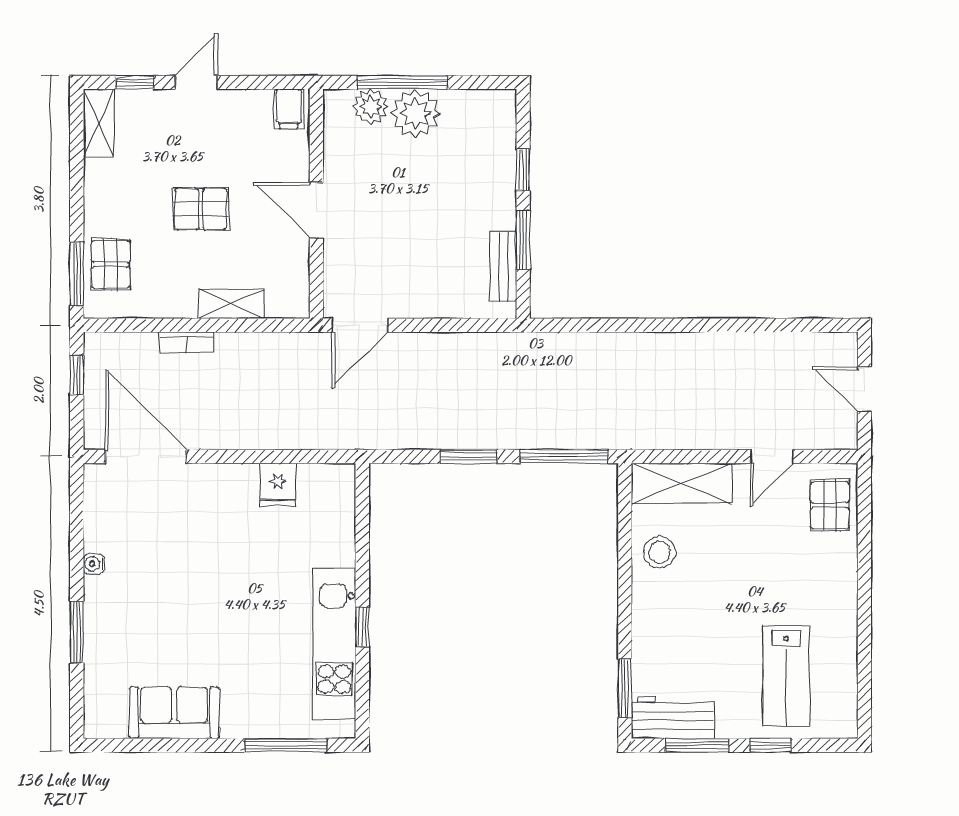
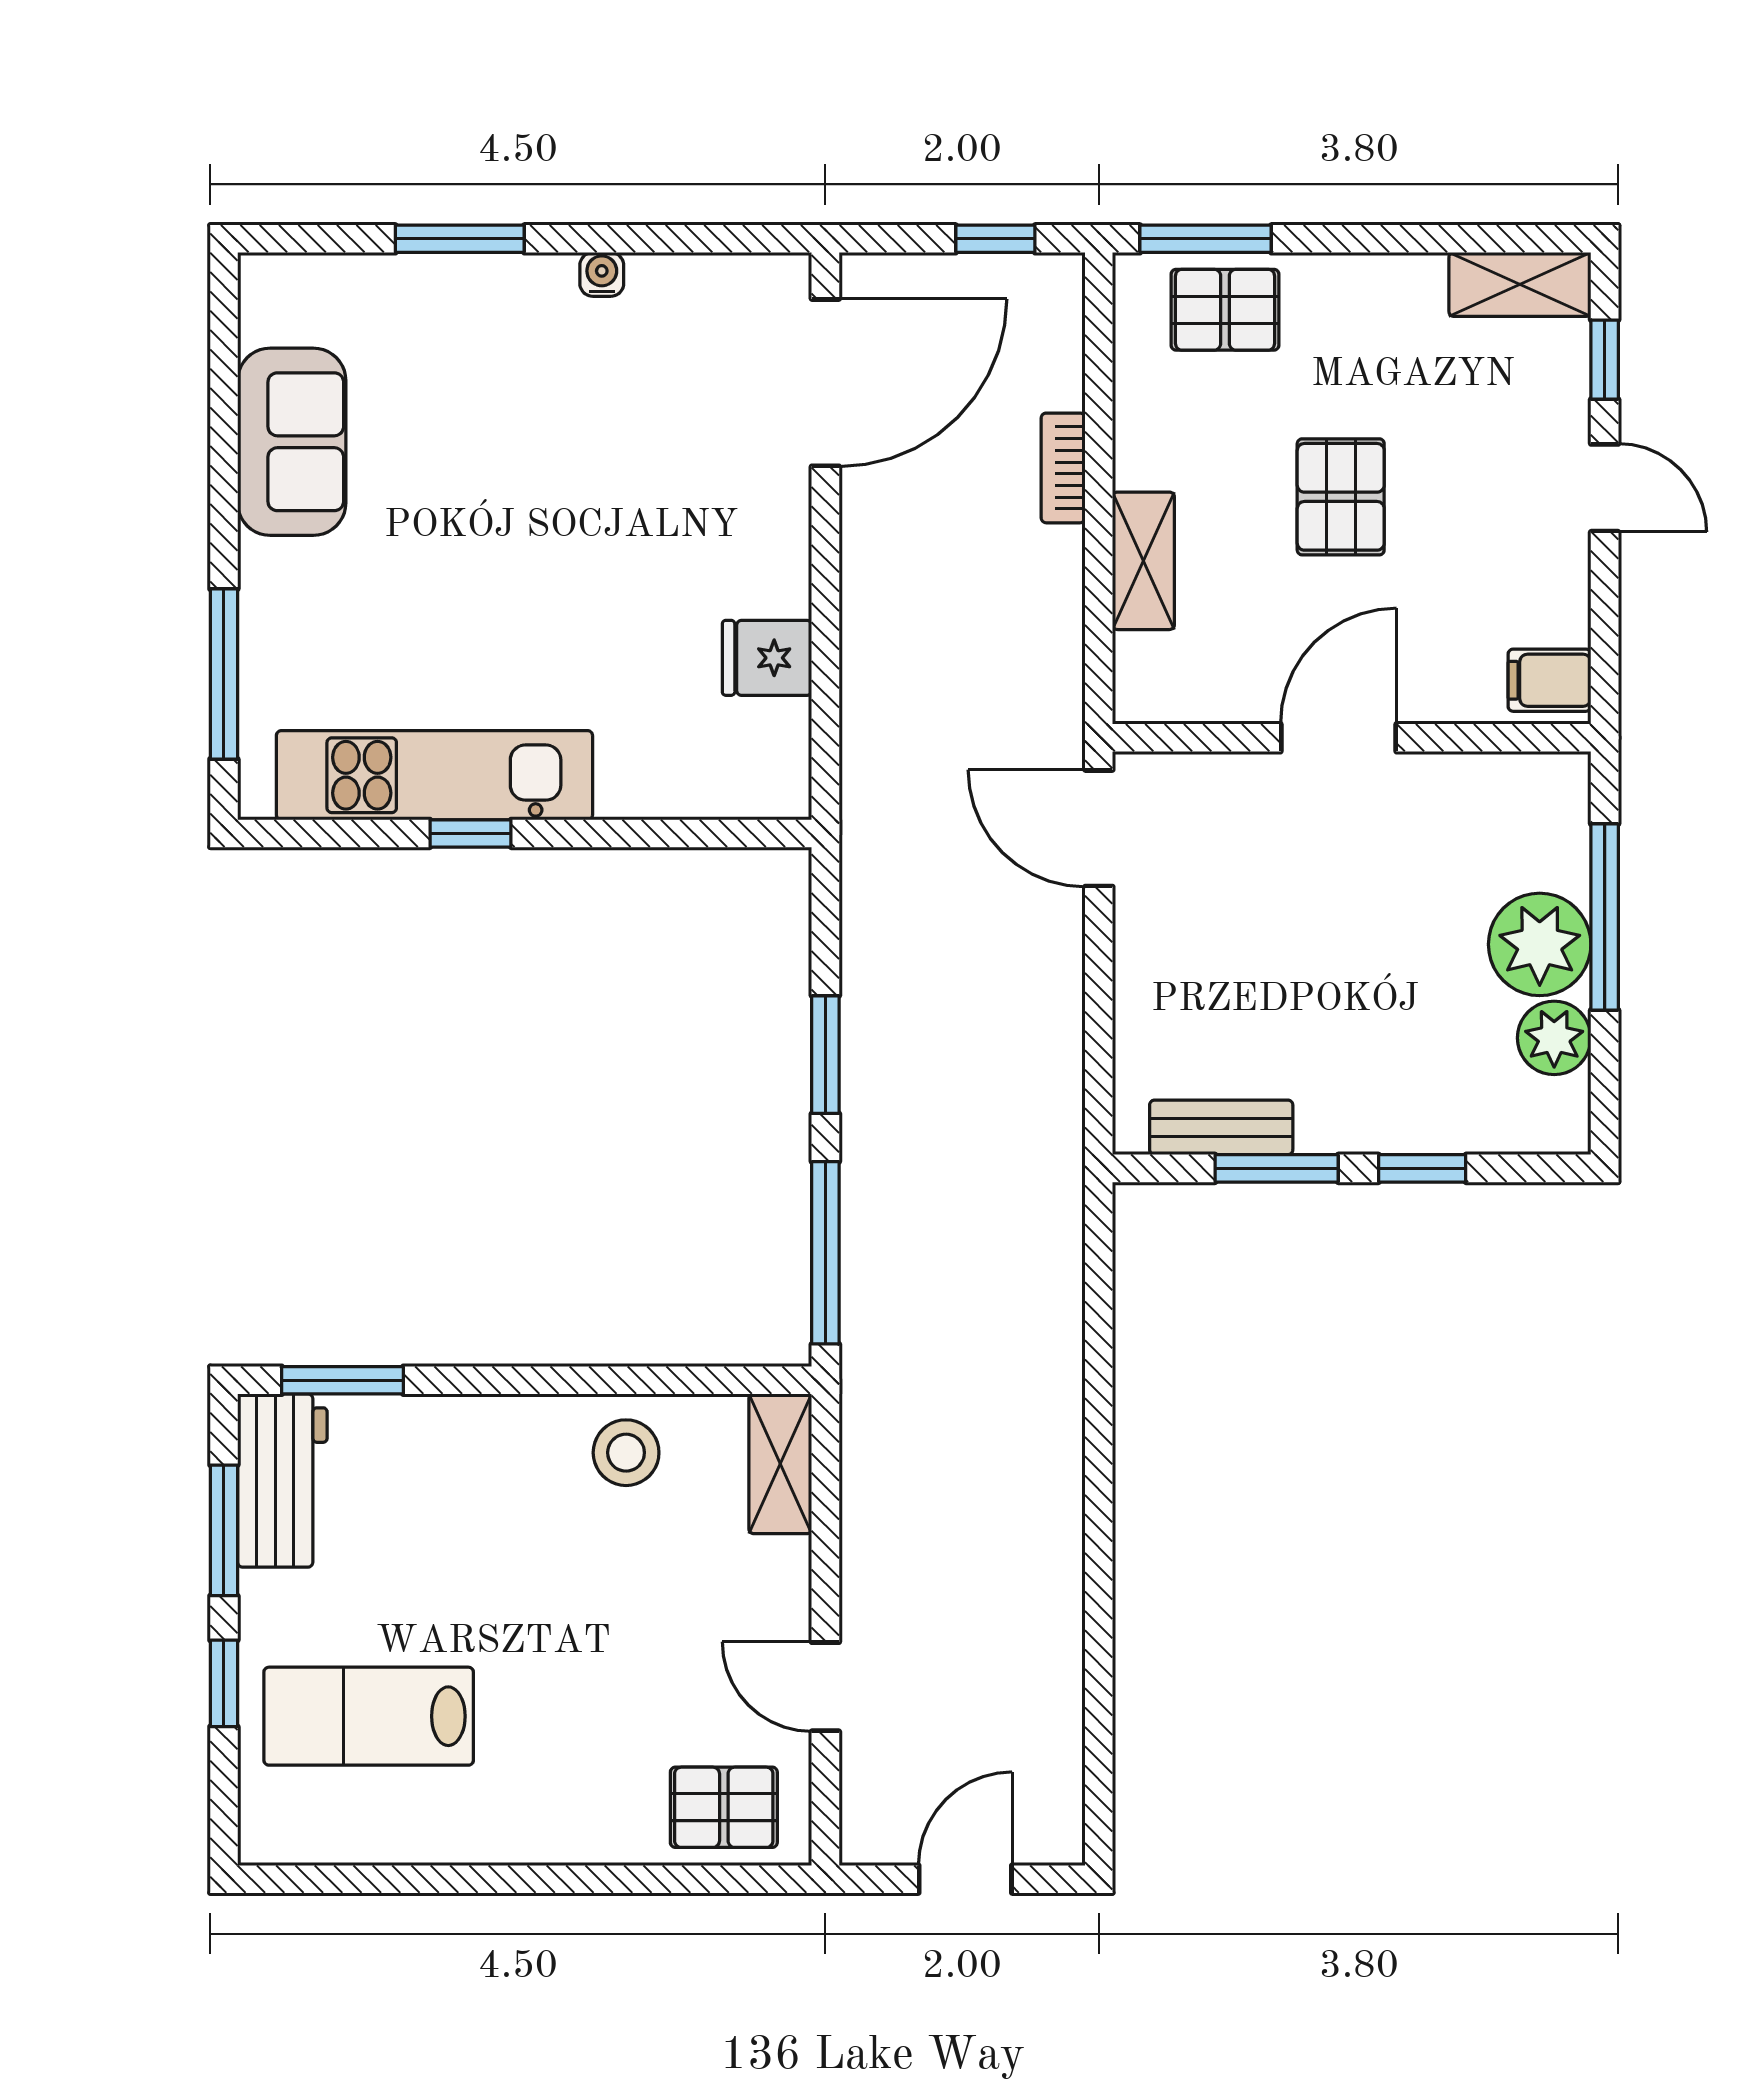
plant: (371, 107) -> (1554, 1038), moved
shelving: (682, 483) -> (780, 1464), width x0.67, depth x0.75

